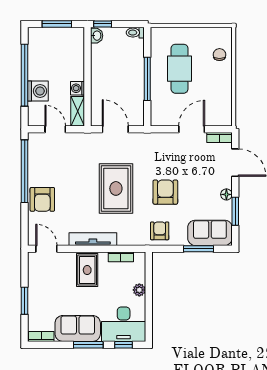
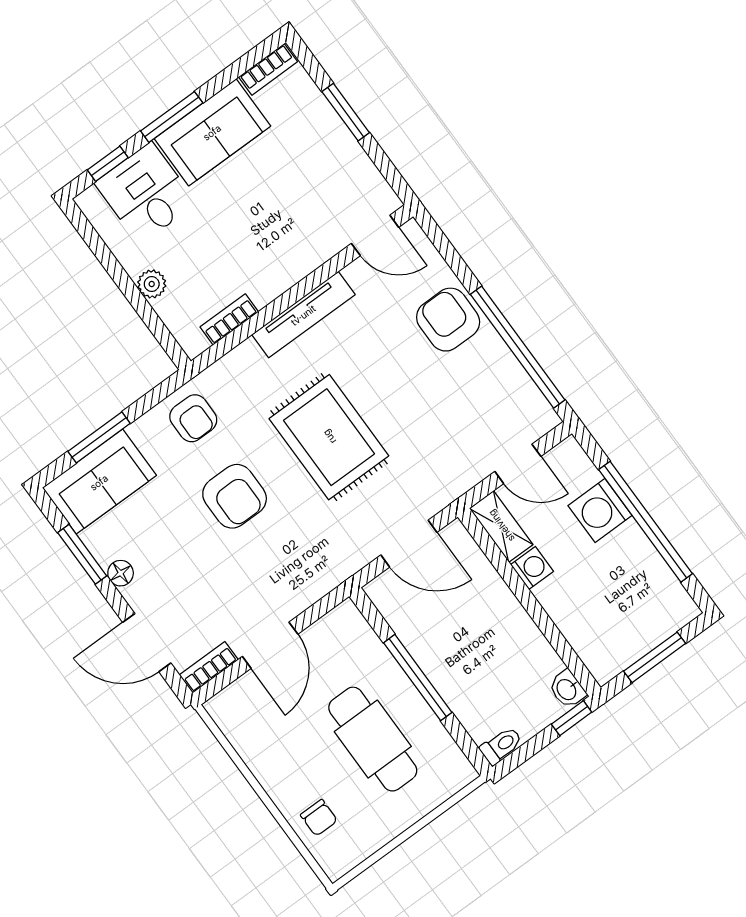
rug: (87, 270) -> (273, 251), removed
desk: (124, 324) -> (146, 193), width x0.73

